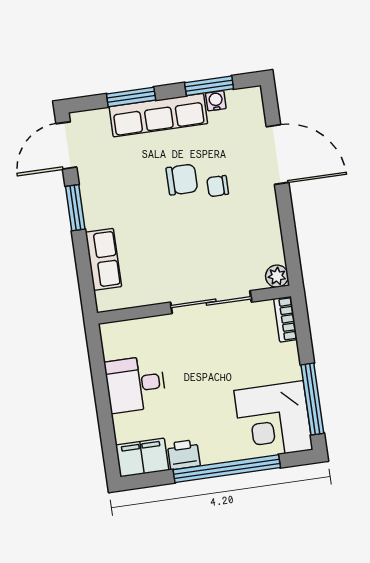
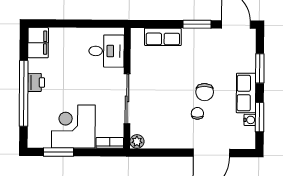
row of seats: (158, 115) -> (246, 93), width x0.68
desk: (135, 384) -> (106, 51), moved, turned 90
window: (312, 399) -> (59, 152), width x0.69
corner desk: (273, 420) -> (73, 126), moved
printer: (184, 455) -> (36, 82), moved

